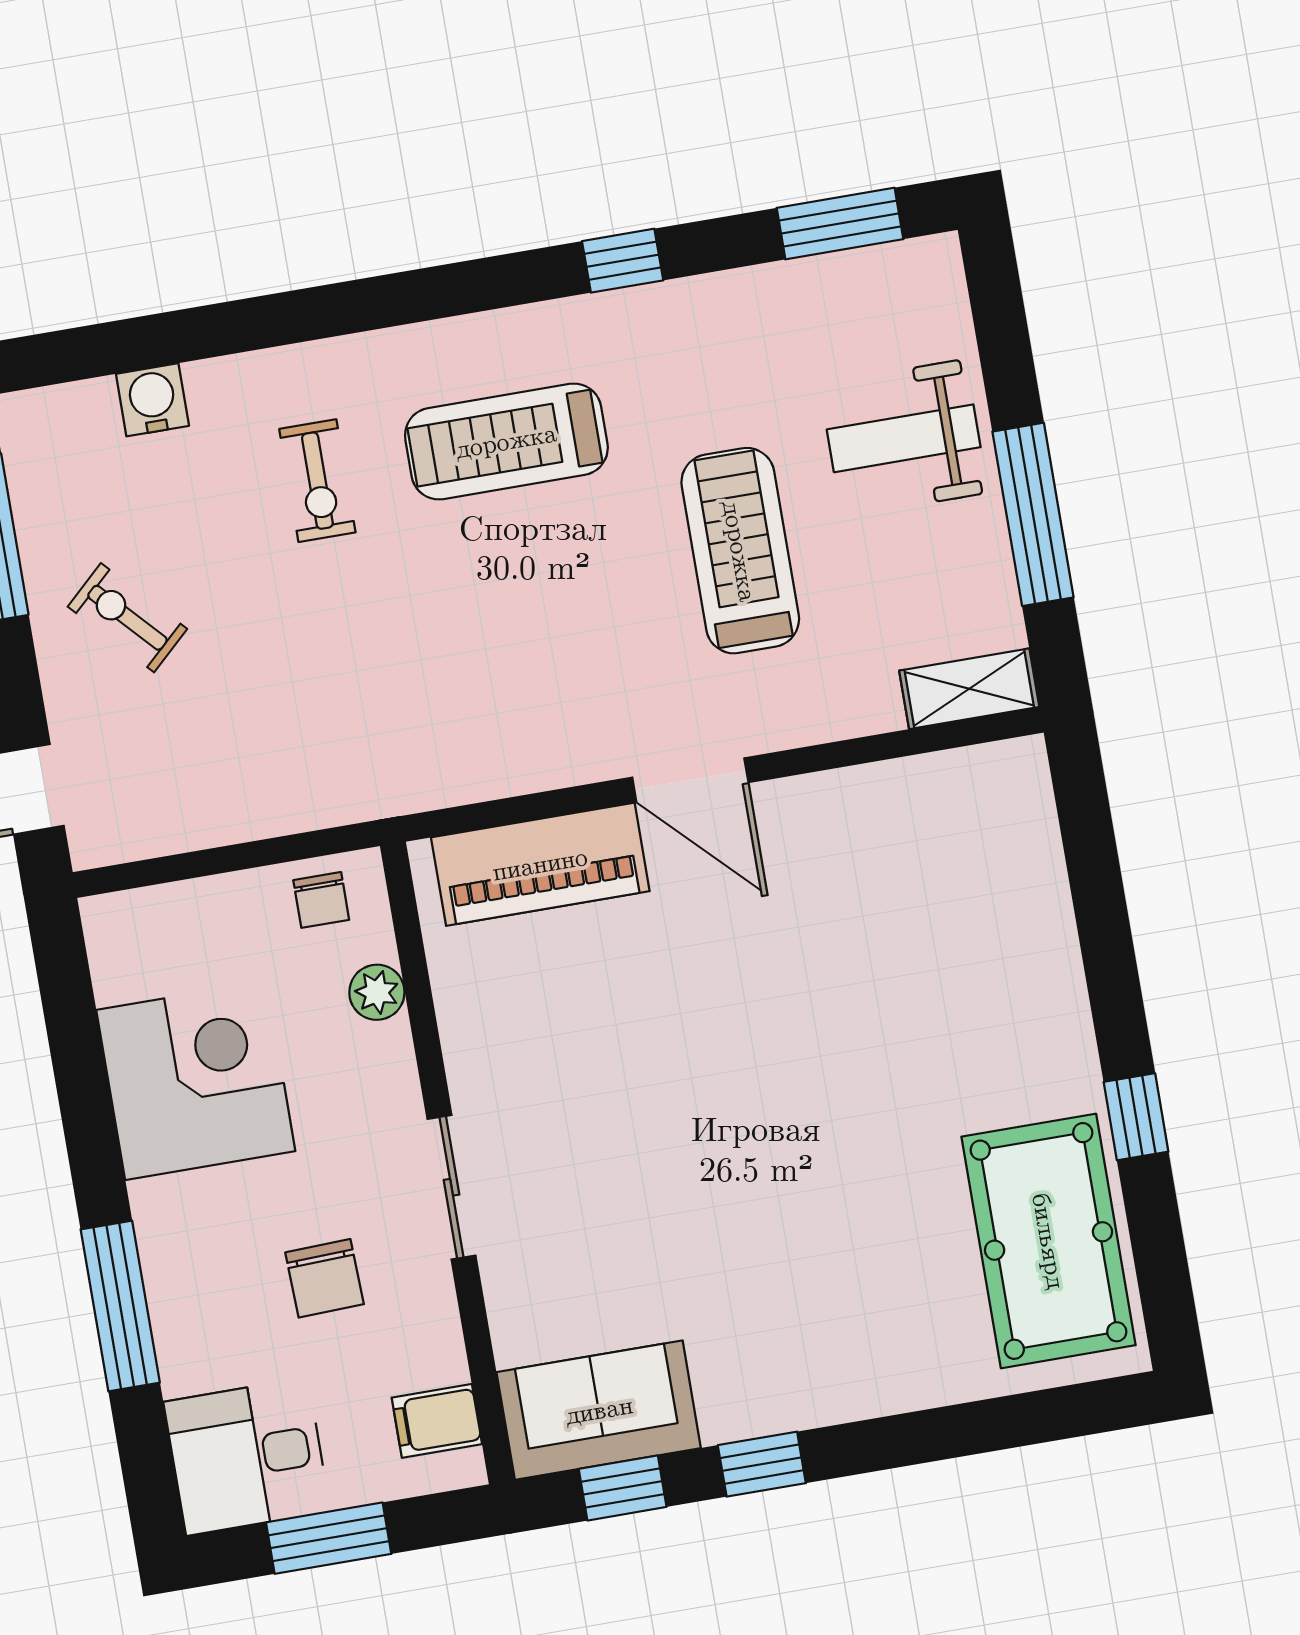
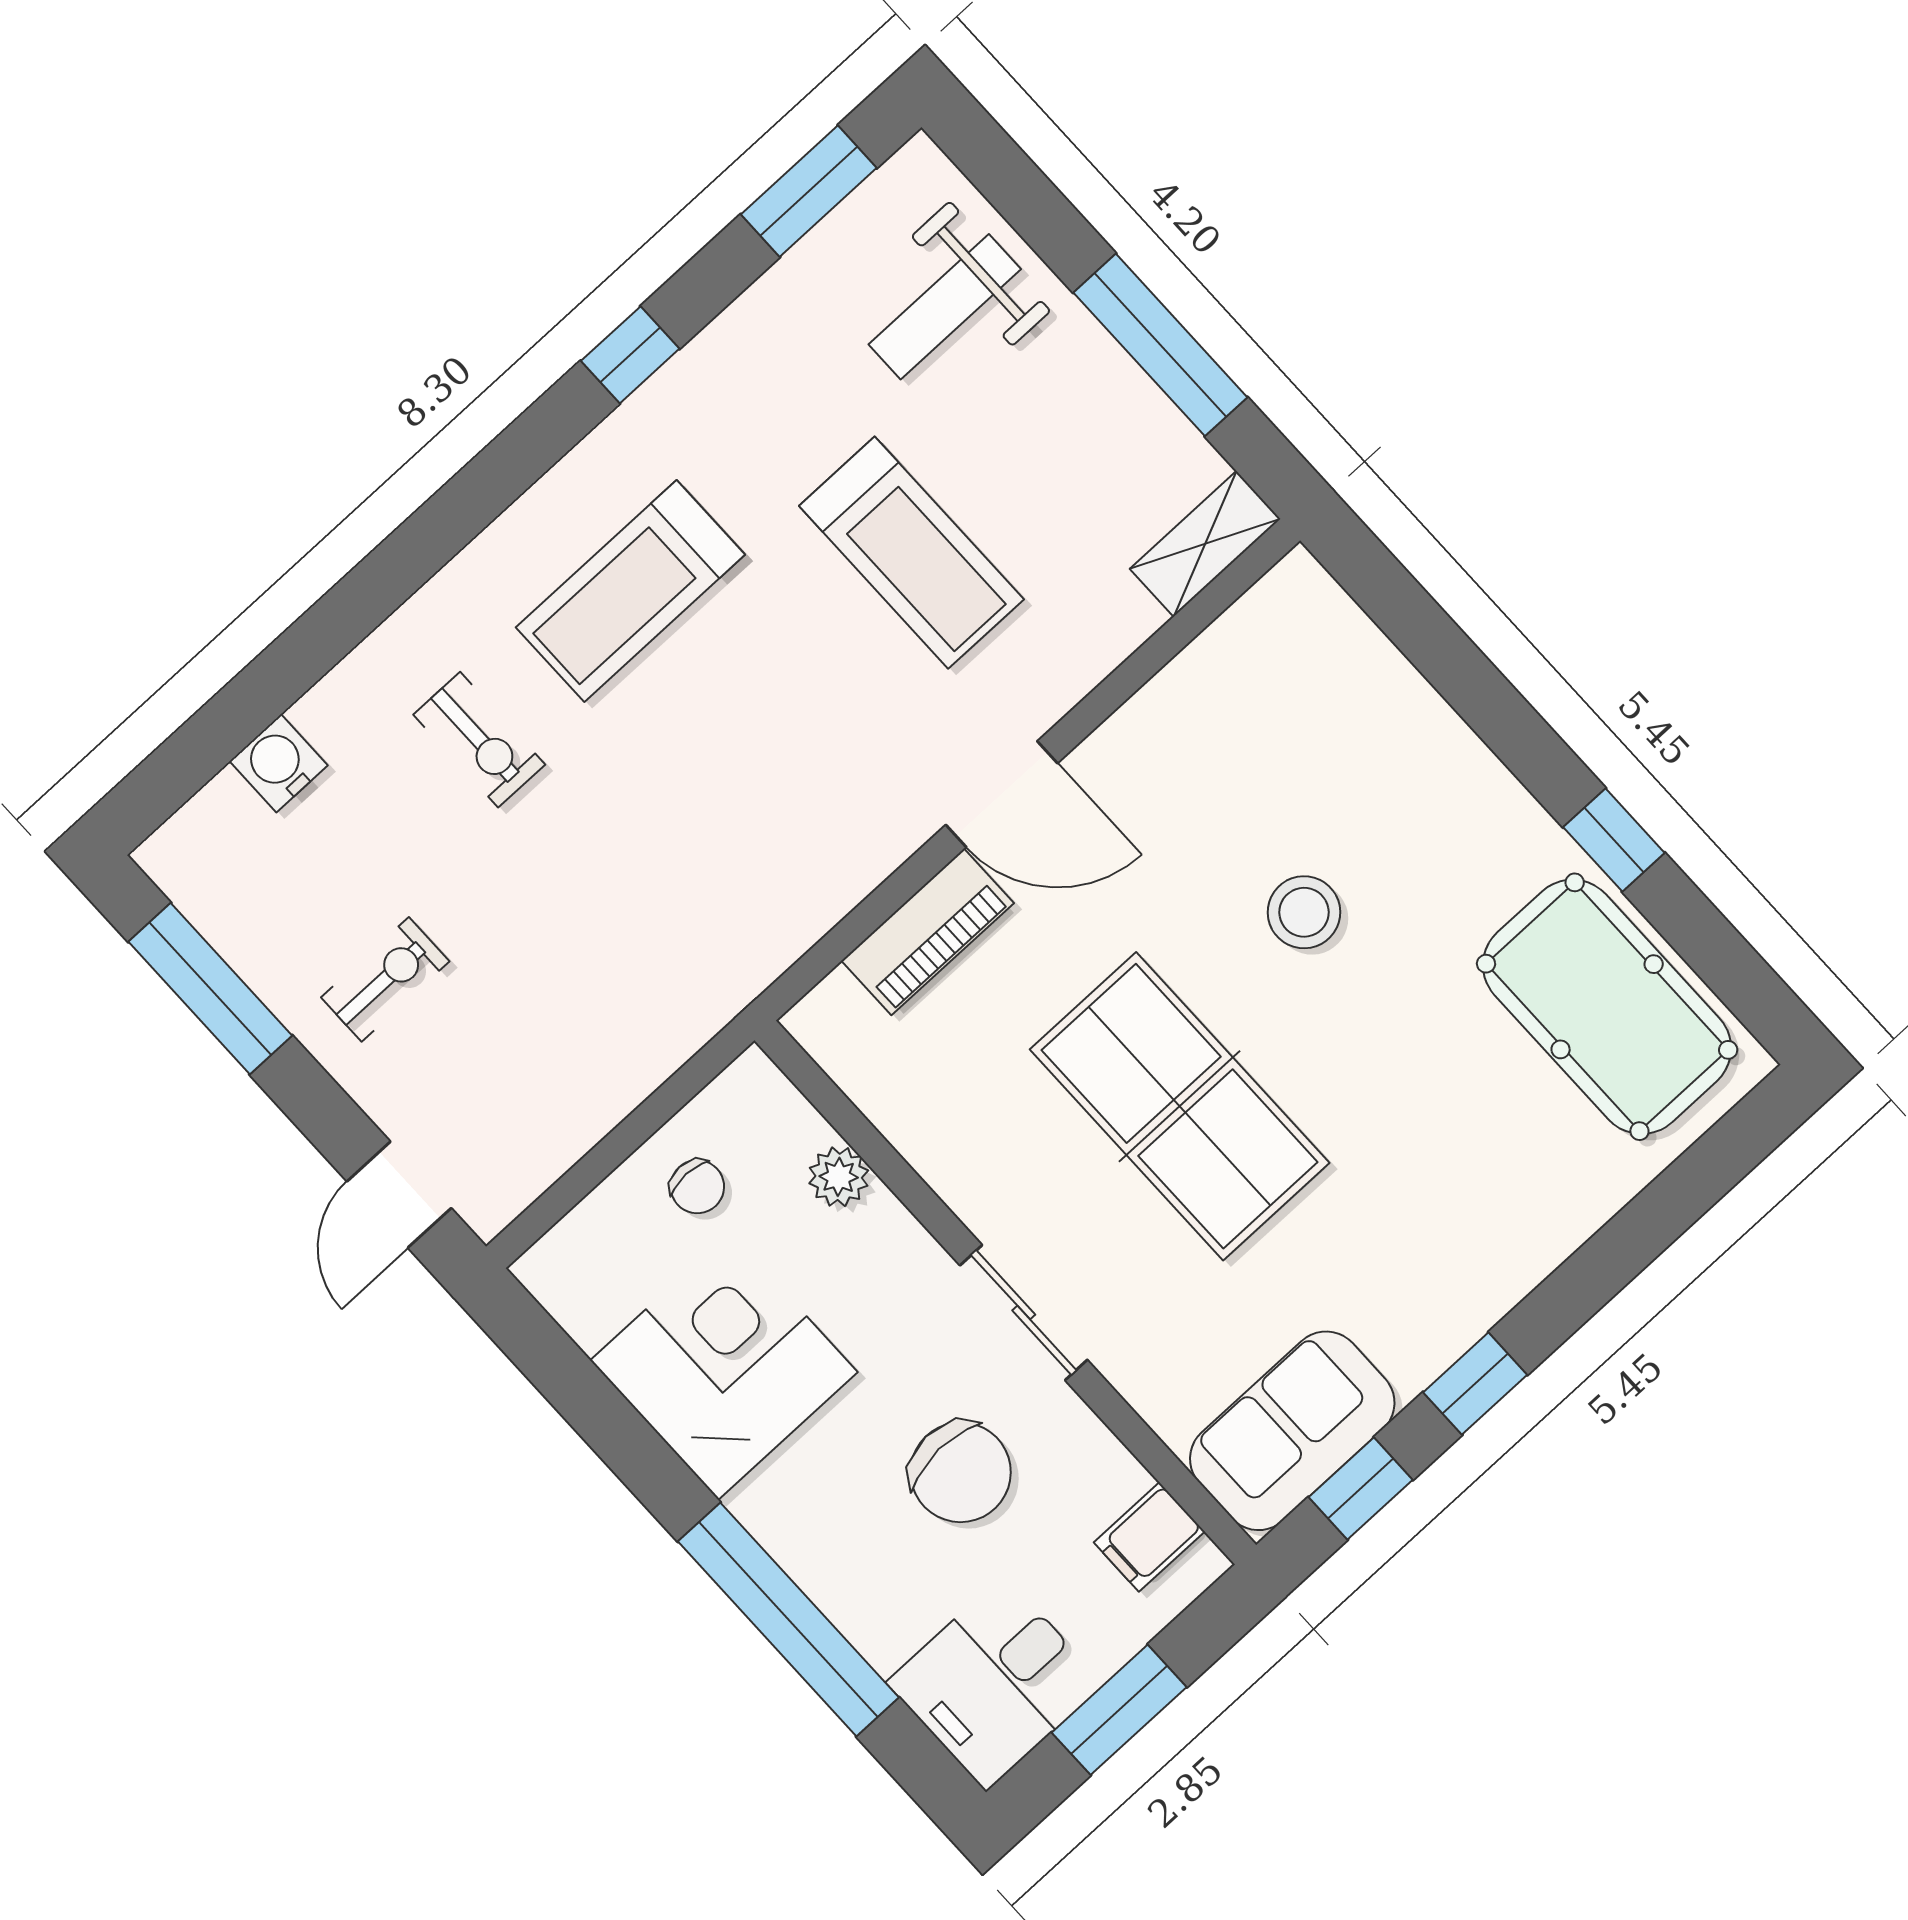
weight bench: (904, 438) -> (945, 307), moved
treadmill: (740, 551) -> (911, 553), turned 180
exercise bike: (127, 618) -> (385, 979), turned 133
piano: (540, 864) -> (928, 932), width x0.73, depth x0.75
chair: (321, 900) -> (697, 1187), moved
stool: (863, 1019) -> (1304, 912), added
table tennis table: (673, 1106) -> (1180, 1106), added
chair: (325, 1278) -> (961, 1472), width x1.37, depth x1.37
window: (120, 1306) -> (788, 1619), width x1.46

